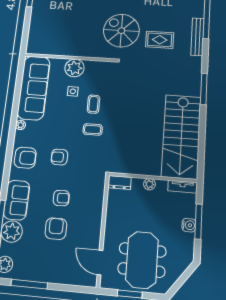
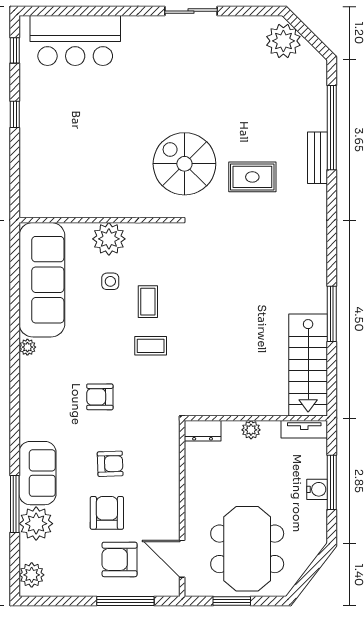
bench: (198, 37) -> (318, 158), width x0.73
window: (204, 89) -> (332, 314), moved
stairs: (181, 136) -> (308, 365), width x0.73, depth x0.66
armchair: (25, 158) -> (120, 559), moved, turned 180
window: (29, 284) -> (125, 601), moved

